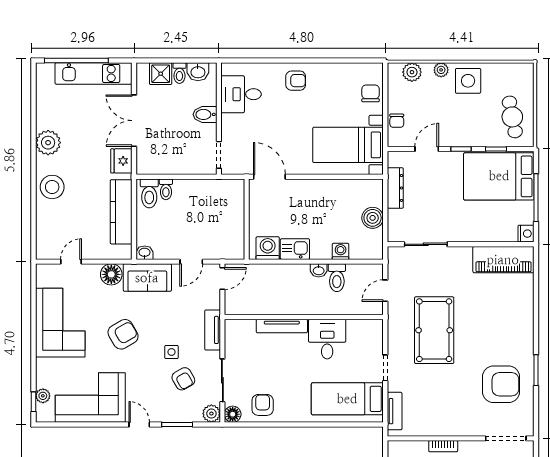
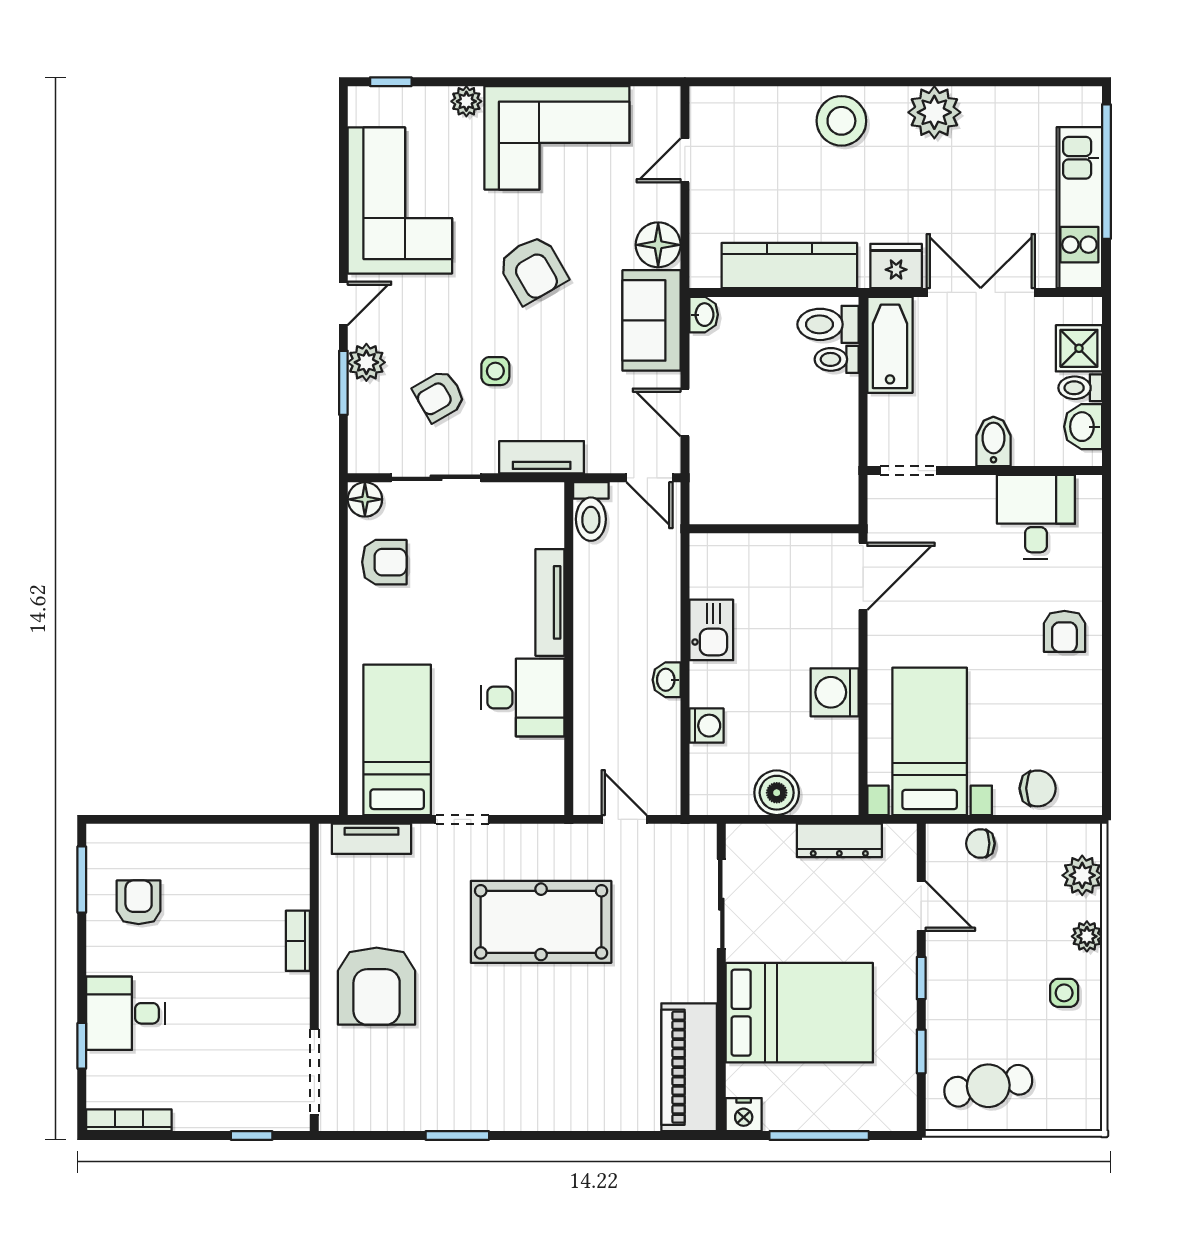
side table: (468, 81) -> (1064, 993), width x0.54, depth x0.54
bathtub: (159, 164) -> (890, 345), added
bed: (499, 176) -> (799, 1013), moved, turned 90
washing machine: (268, 248) -> (835, 692), moved, turned 180
door: (71, 262) -> (685, 160), swing flipped
toilet: (337, 278) -> (591, 512), moved, turned -90
armchair: (501, 384) -> (377, 986), moved
plant: (43, 396) -> (466, 101), moved
plant: (211, 414) -> (366, 362), moved

